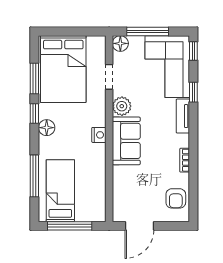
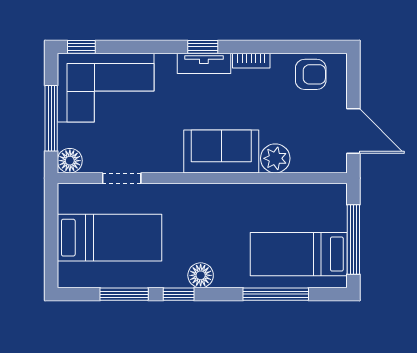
bed: (63, 69) -> (109, 238), width x0.67
window: (193, 92) -> (203, 47), moved
plant: (122, 106) -> (275, 158), moved
tv unit: (183, 116) -> (204, 63), moved
nightstand: (99, 135) -> (212, 194), removed

